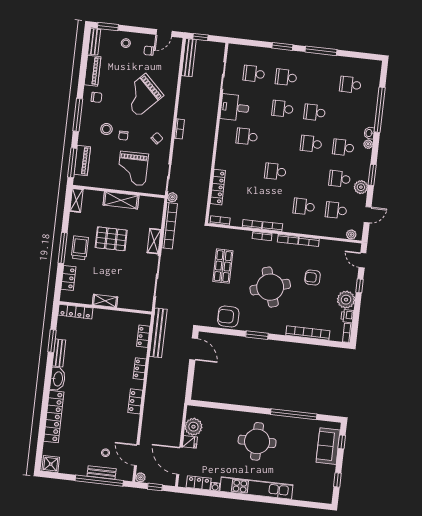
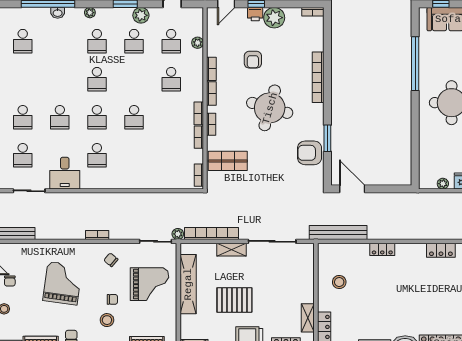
grand piano: (142, 95) -> (63, 283), turned -126
school desk: (315, 112) -> (97, 117), moved
washbasin: (369, 133) -> (58, 13), moved
locker: (218, 187) -> (160, 182), removed
shelving: (121, 200) -> (188, 284), width x1.47
plant: (351, 235) -> (198, 43), moved
pallet: (111, 239) -> (234, 300), turned 90
shop shelf: (223, 266) -> (228, 161), moved
round table: (270, 287) -> (270, 108), turned 33
shelving: (105, 301) -> (308, 318), moved
armchair: (228, 316) -> (310, 153), turned 90
printer: (347, 316) -> (255, 14), moved
stool: (116, 329) -> (339, 282), added
bookcase: (308, 333) -> (318, 77), moved
window: (257, 335) -> (327, 138), moved
locker: (143, 336) -> (344, 249), removed
door: (194, 349) -> (352, 189), hinge flipped
locker: (135, 401) -> (441, 250), moved
plant: (193, 427) -> (443, 184), width x0.53, depth x0.53

